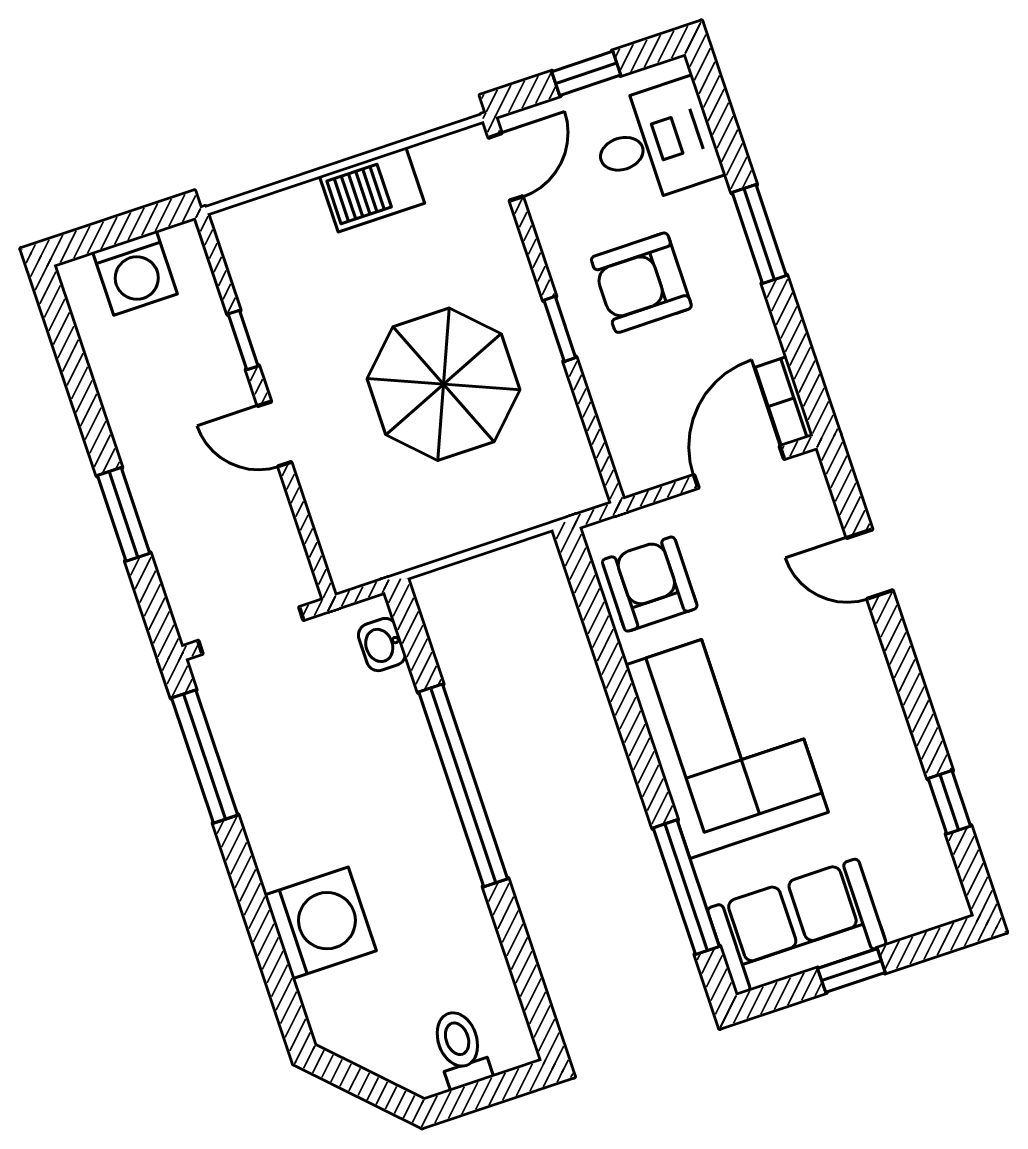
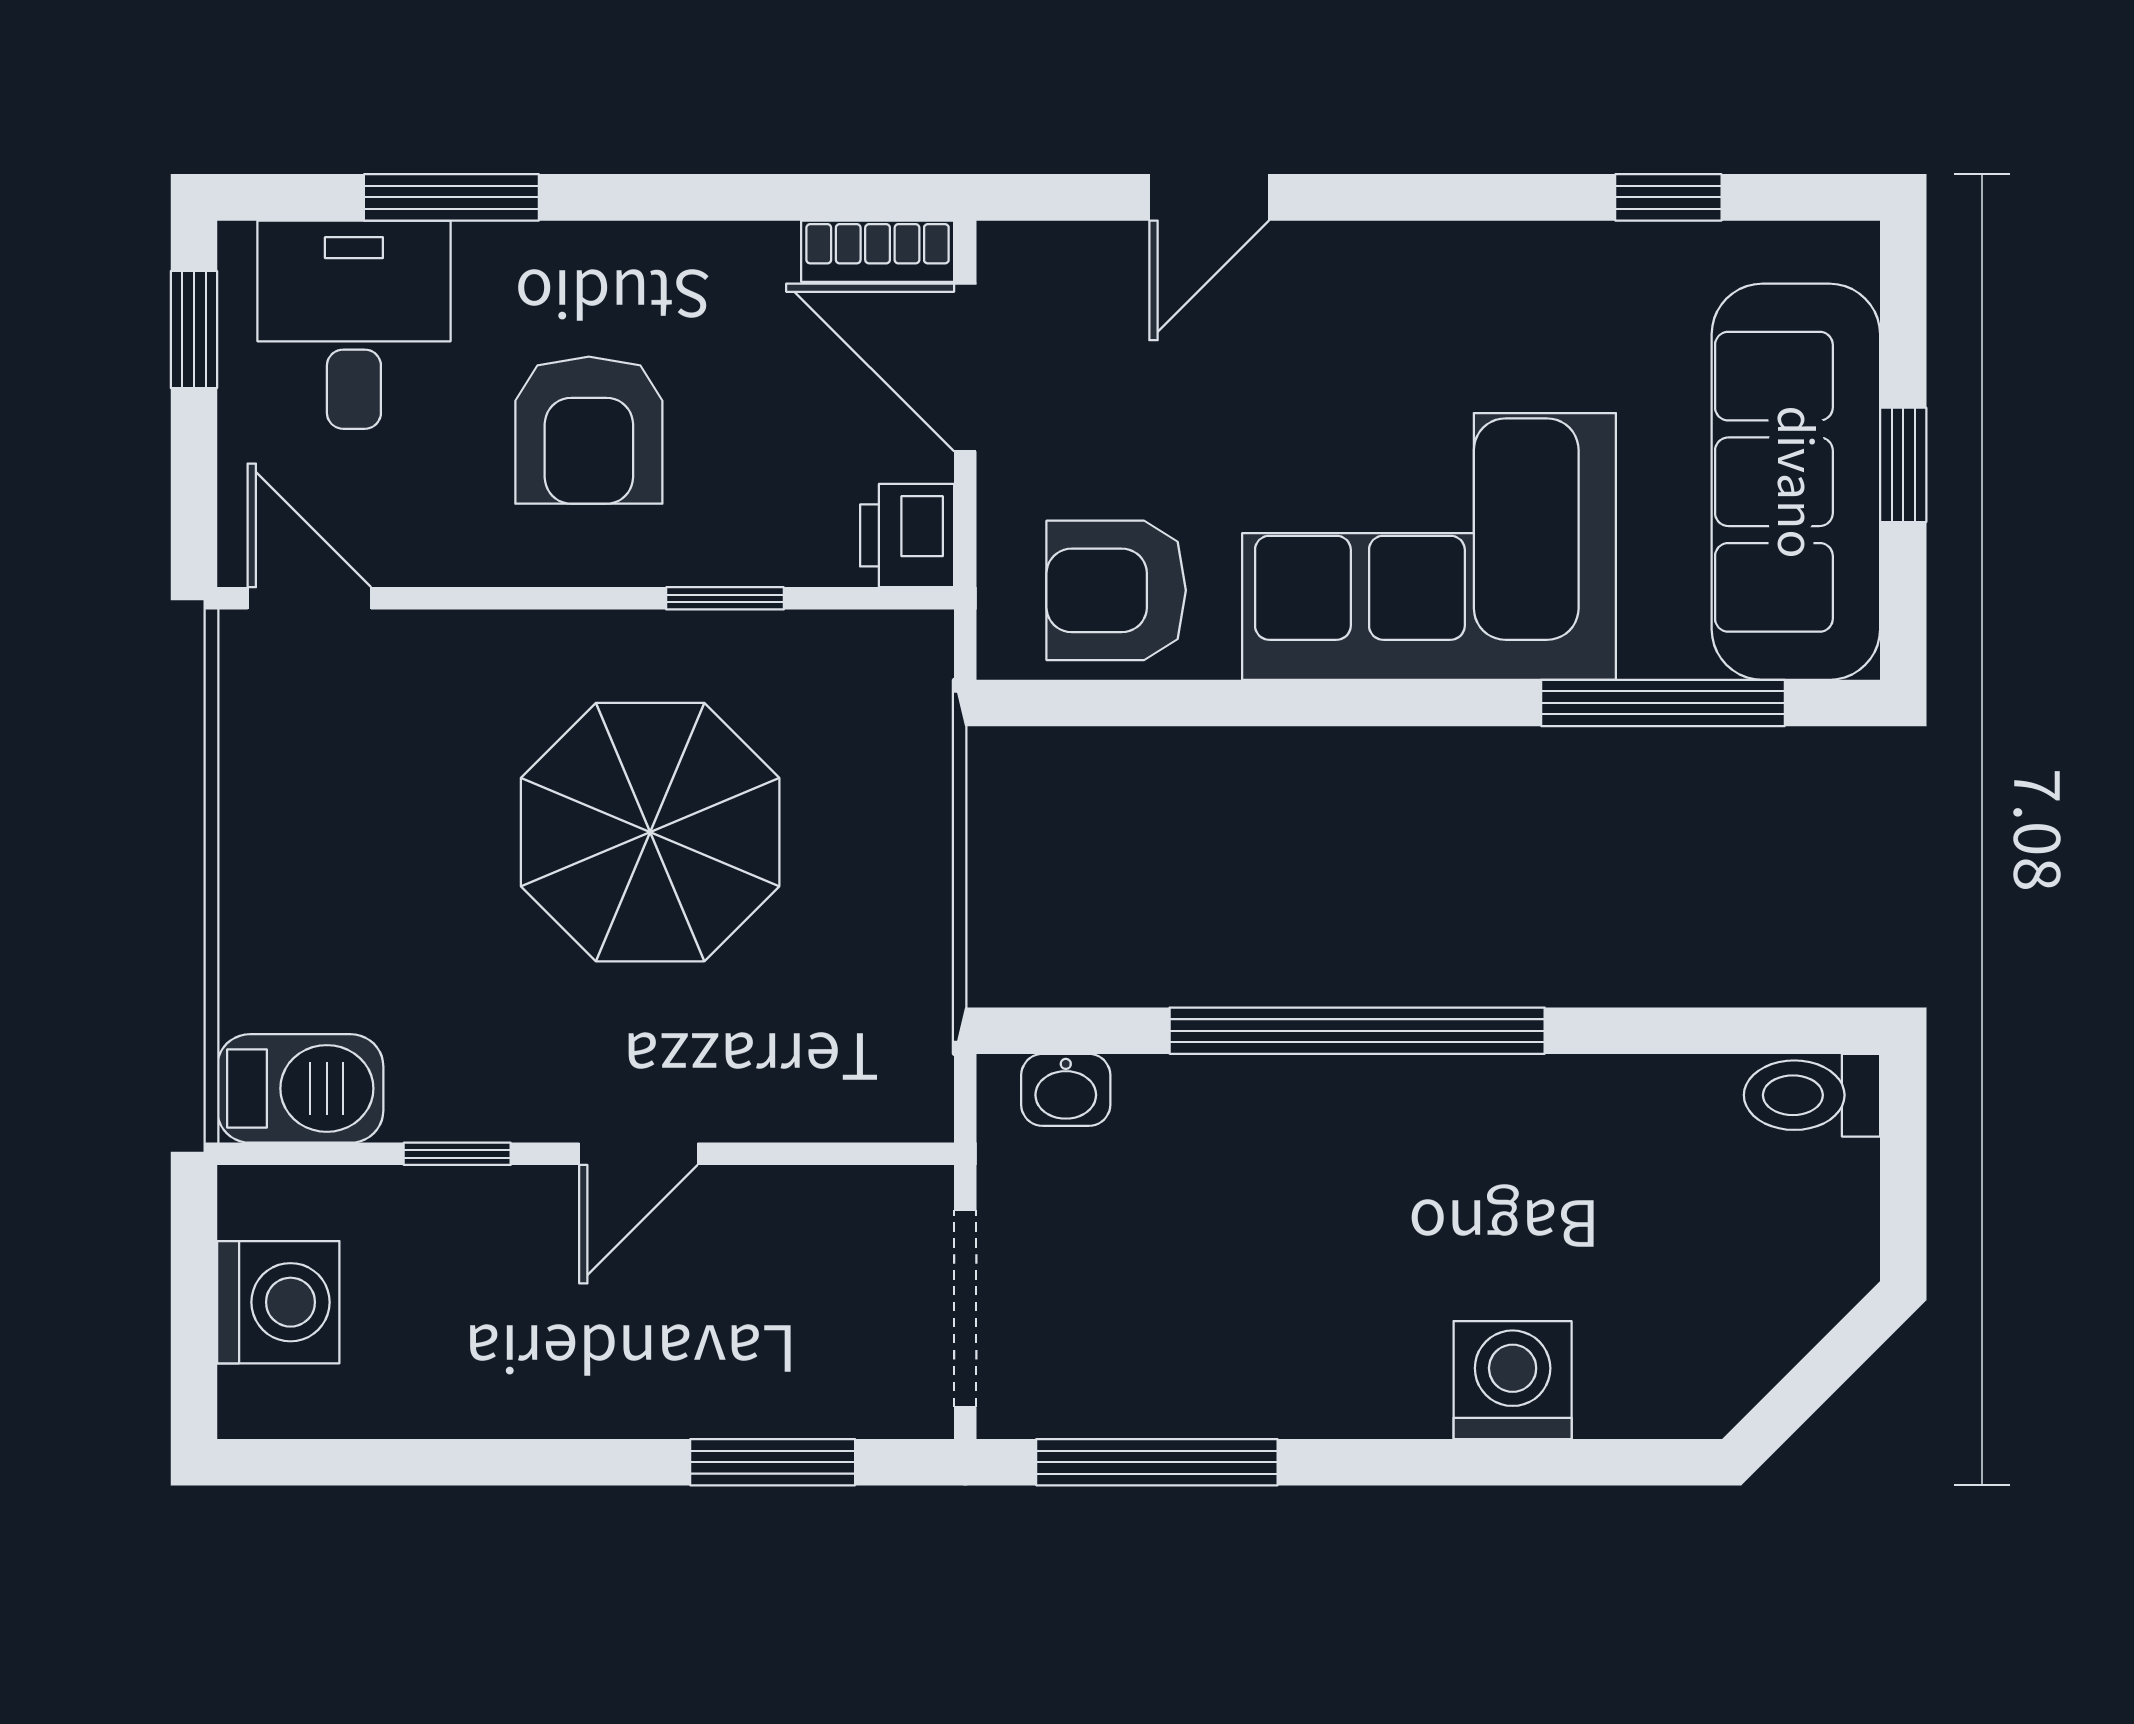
window: (586, 73) -> (194, 329), moved
barbecue: (372, 190) -> (300, 1088), moved, turned -90
window: (759, 234) -> (451, 197), moved
window: (560, 329) -> (725, 598), moved
printer: (642, 466) -> (907, 535), added
window: (124, 514) -> (773, 1462), moved
washing machine: (320, 923) -> (1513, 1380), width x0.73, depth x0.73
sofa: (797, 927) -> (1796, 482), width x1.36
toilet: (460, 1049) -> (1812, 1095), moved

